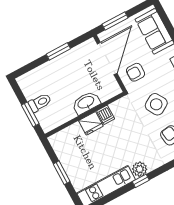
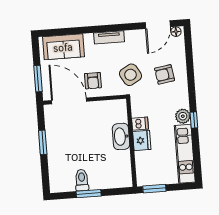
washbasin: (86, 103) -> (121, 136), moved
wall: (85, 115) -> (131, 143), moved
dishwasher: (106, 115) -> (140, 124), moved
fridge: (91, 123) -> (142, 140), moved

